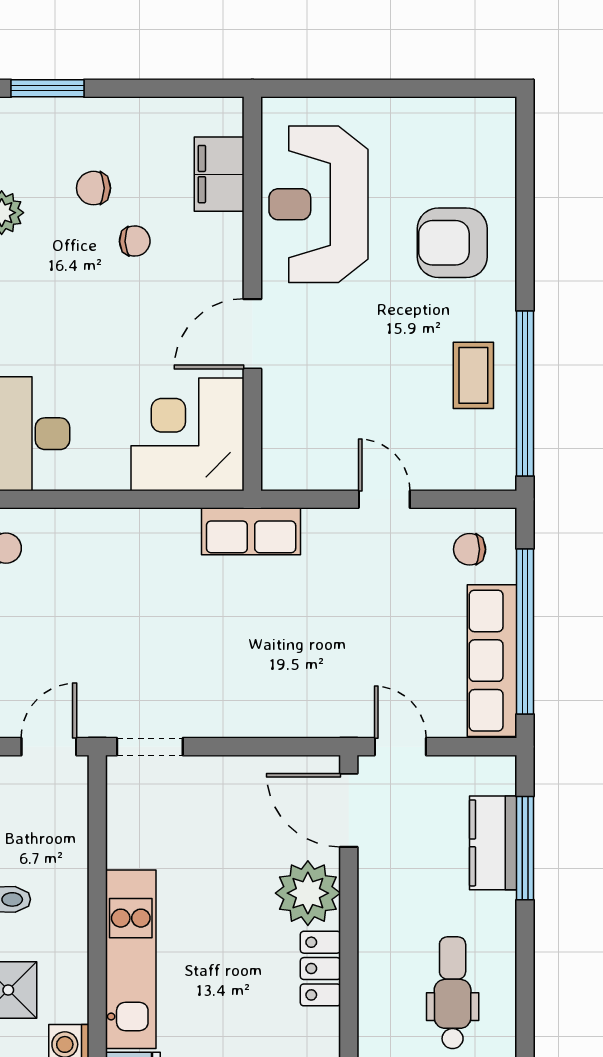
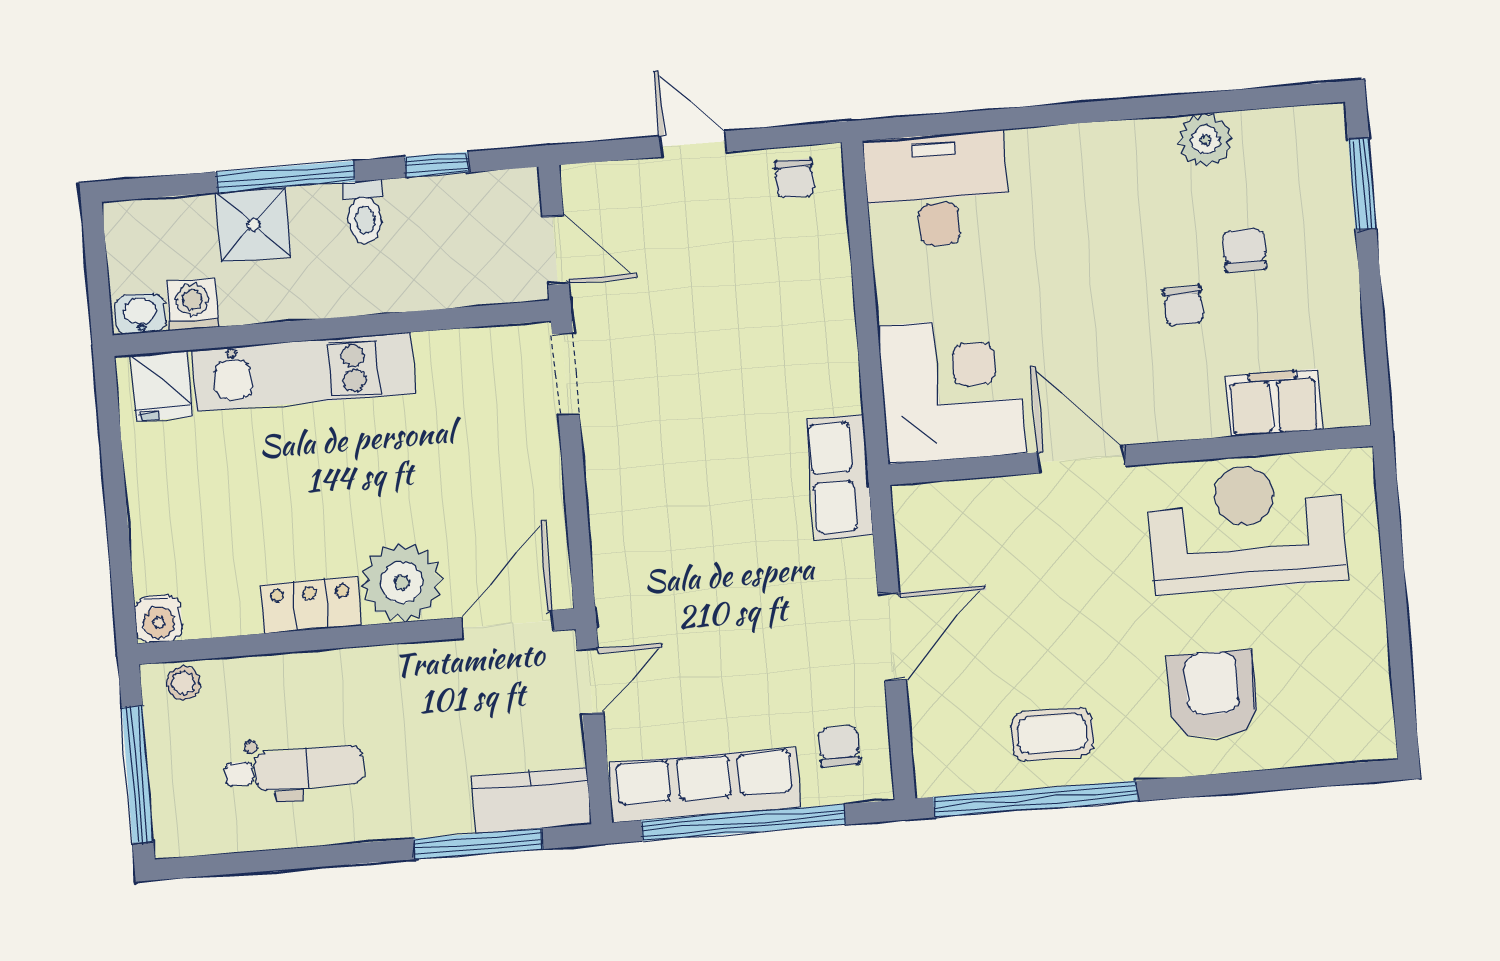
door: (384, 499) -> (892, 637), width x1.38
kitchen counter: (493, 843) -> (532, 800), moved

